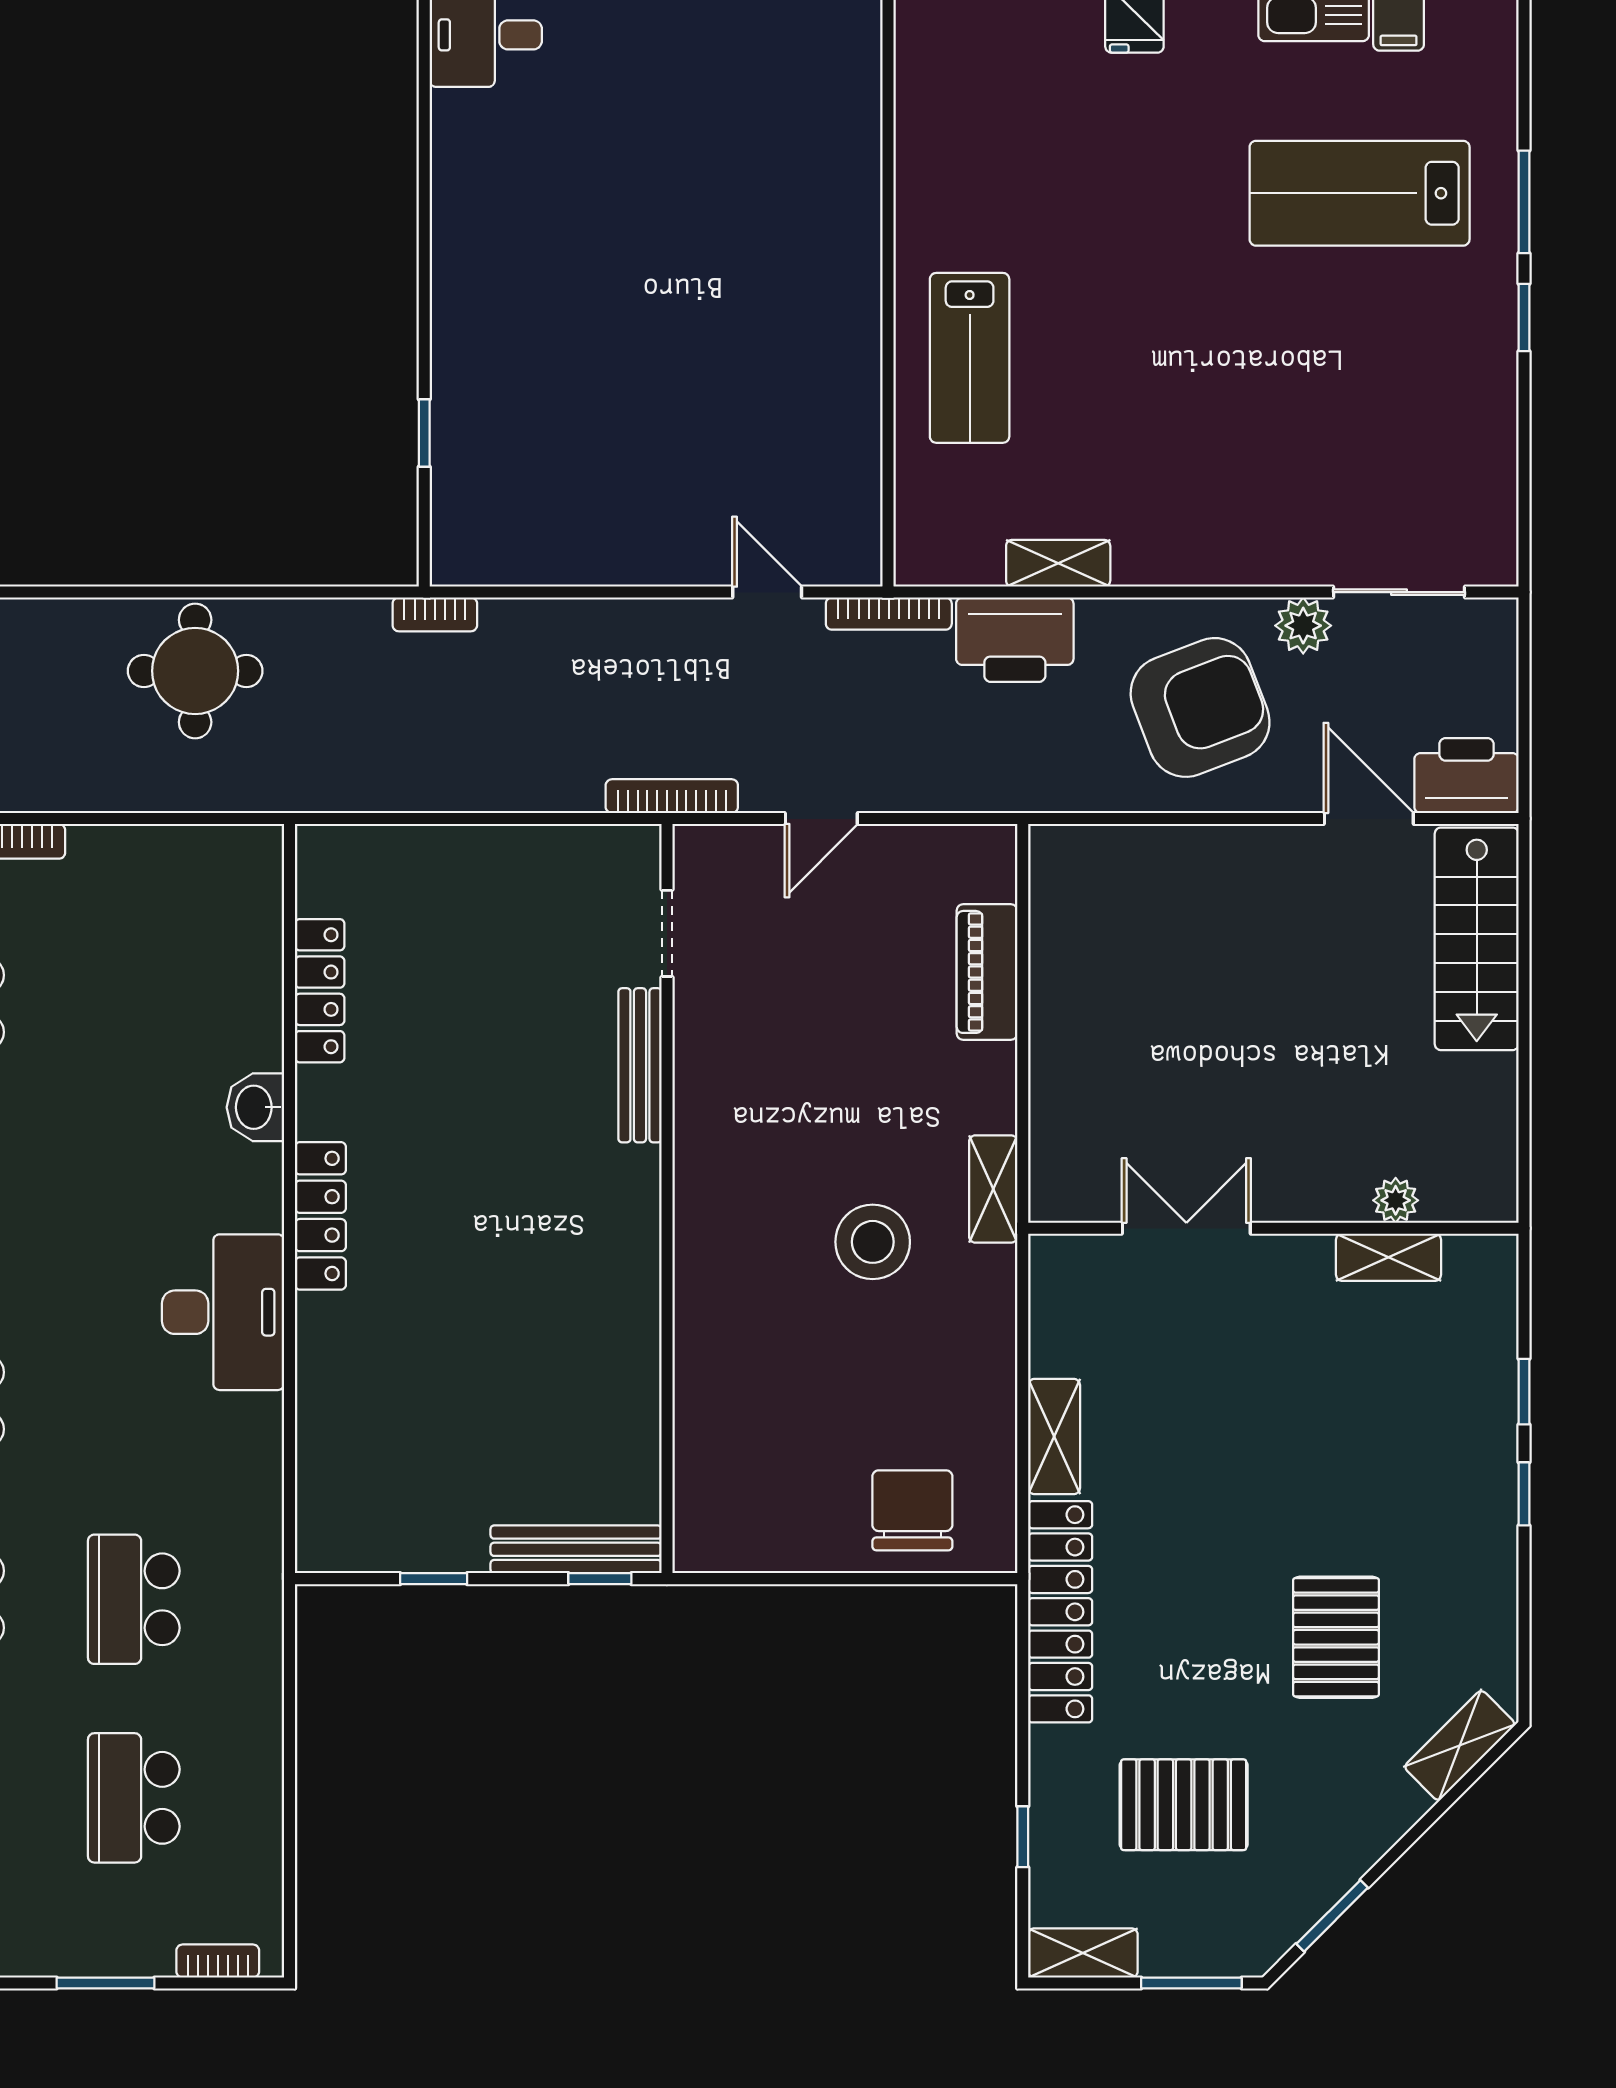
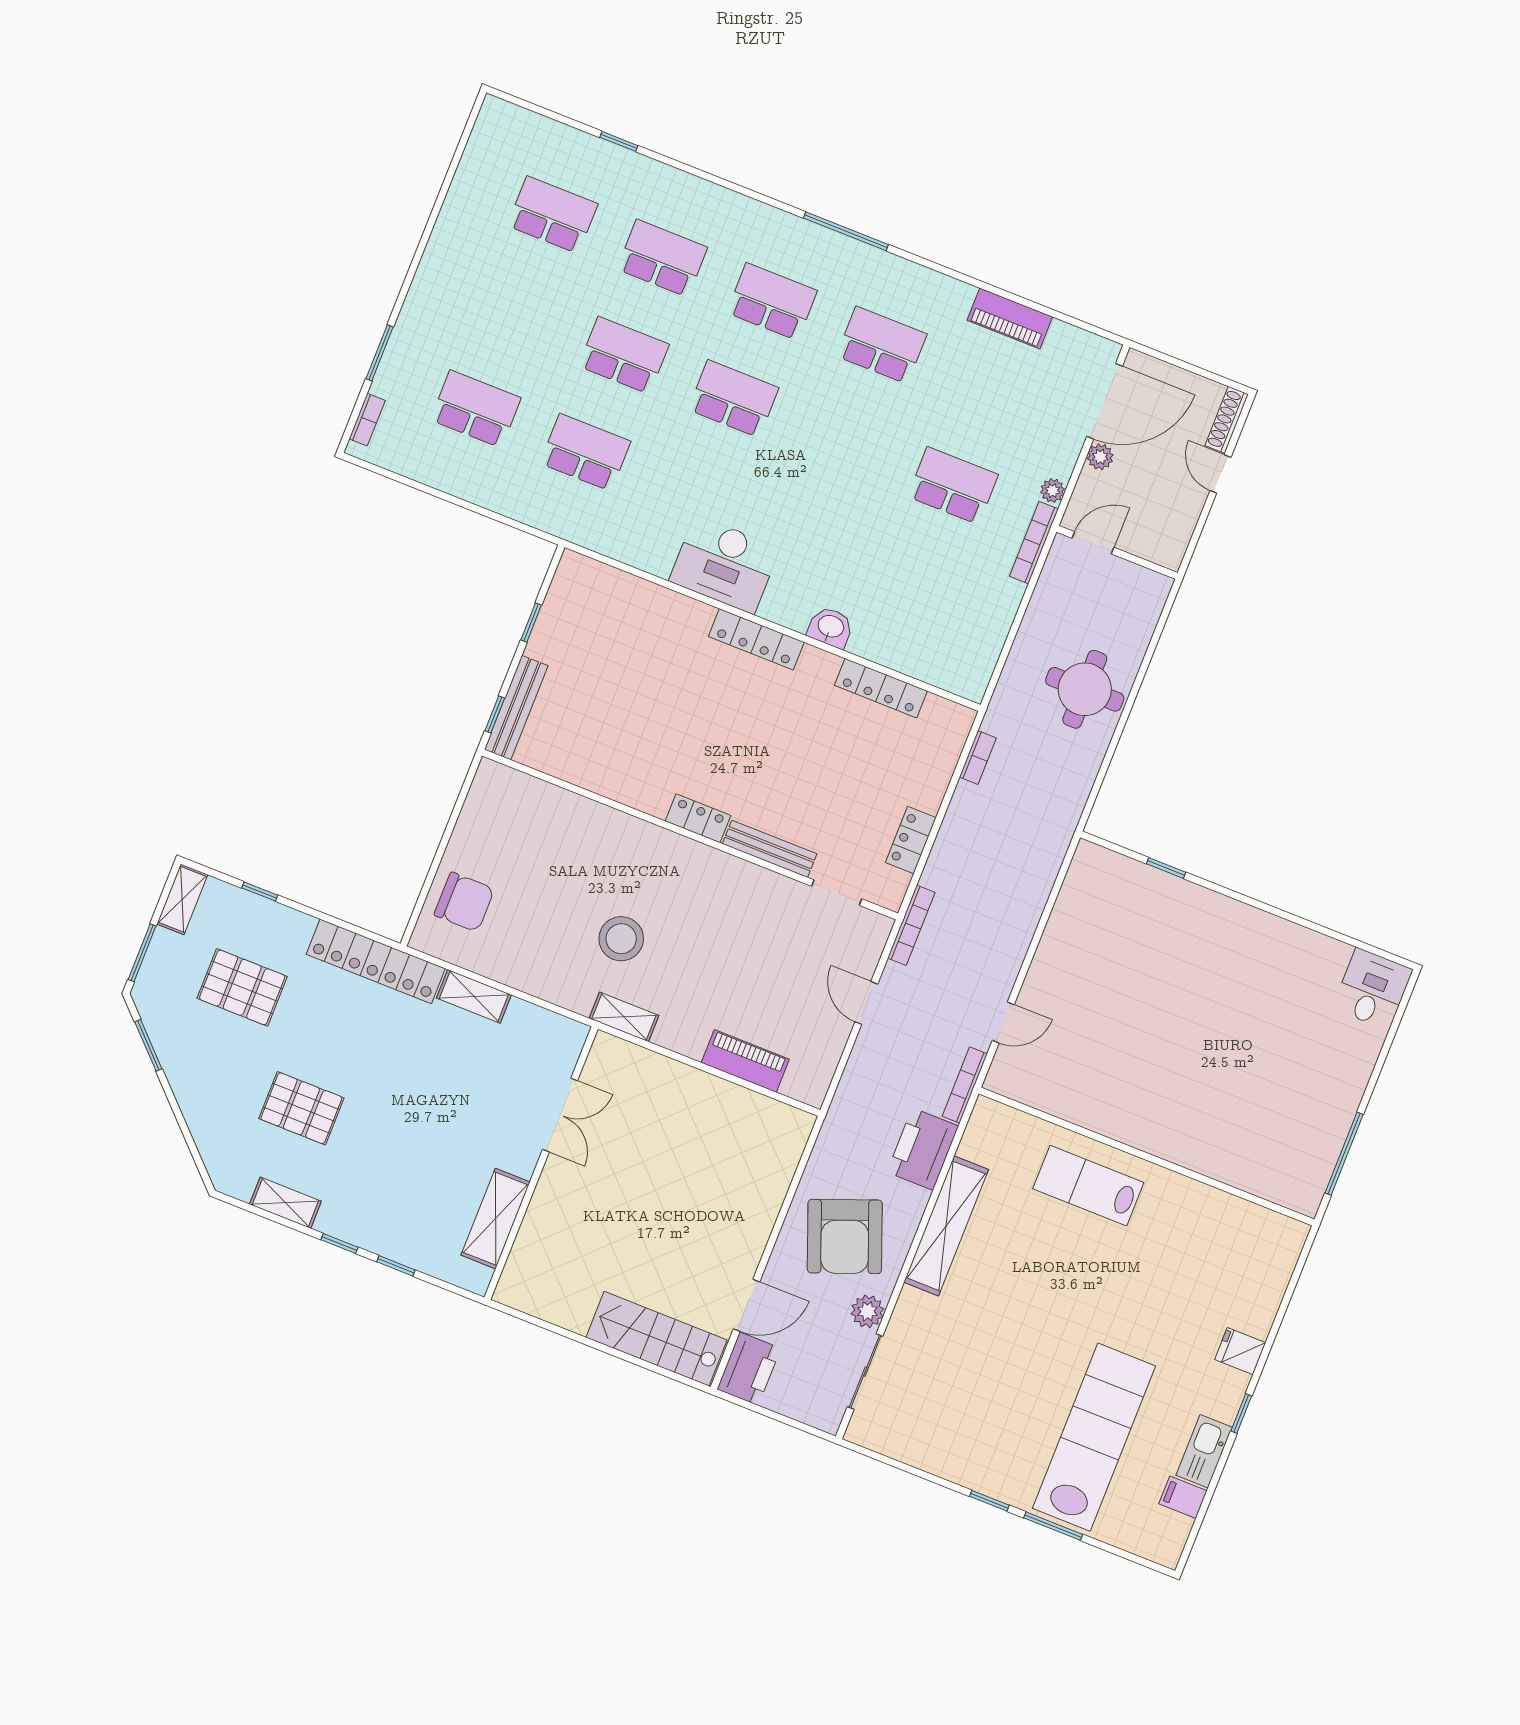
lab bench: (1360, 193) -> (1094, 1437), width x1.36
shelving: (1058, 563) -> (946, 1226), width x2.20, depth x1.33
bookcase: (435, 614) -> (978, 757), moved, turned 180
locker: (539, 850) -> (911, 840), added
locker: (637, 1196) -> (698, 818), added
plant: (1396, 1200) -> (530, 1237), removed
shelving: (1388, 1257) -> (495, 1219), width x1.50, depth x1.33
shelving: (1460, 1745) -> (285, 1203), moved, turned -45
pallet: (1184, 1805) -> (242, 987), turned 90

